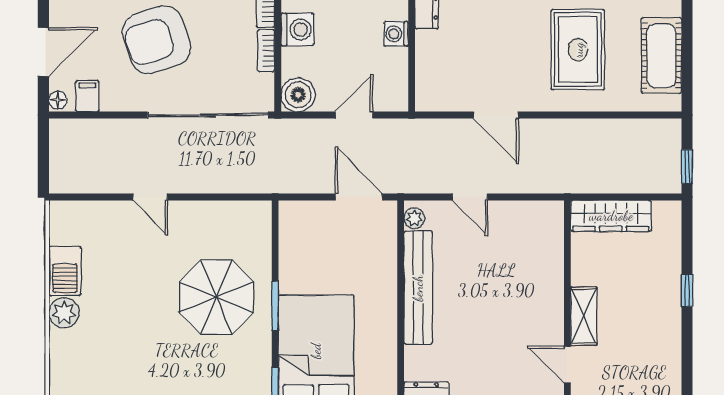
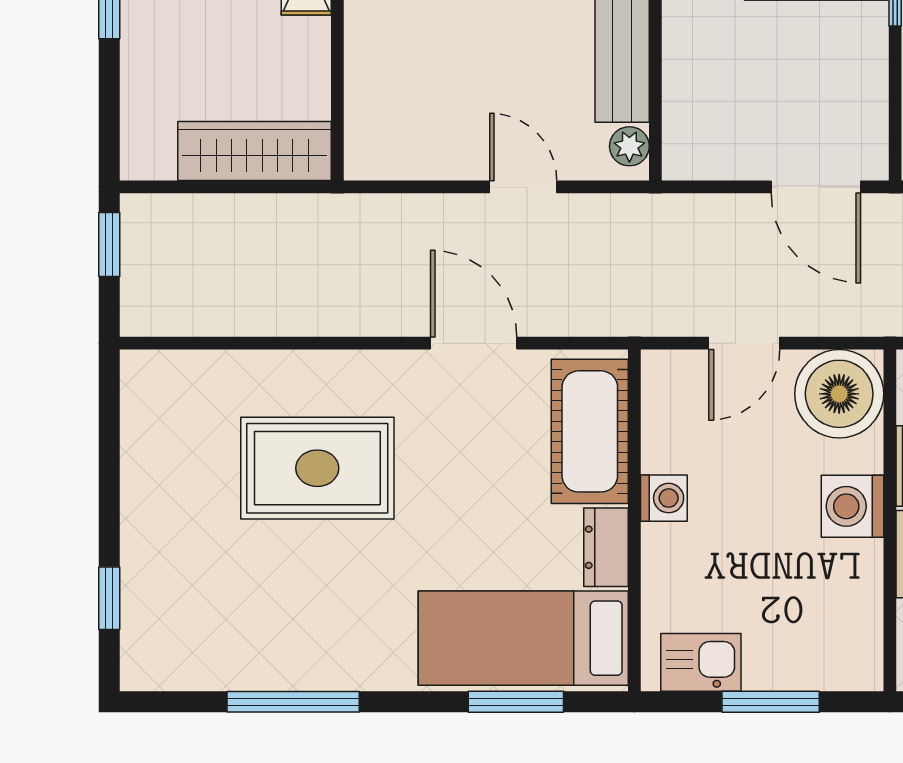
rug: (578, 50) -> (317, 468), turned 90
cot: (661, 56) -> (590, 431), moved
boiler: (298, 95) -> (839, 394), width x1.37, depth x1.37
door: (359, 197) -> (816, 187), moved

